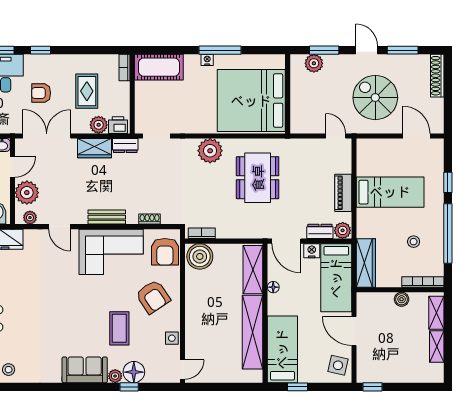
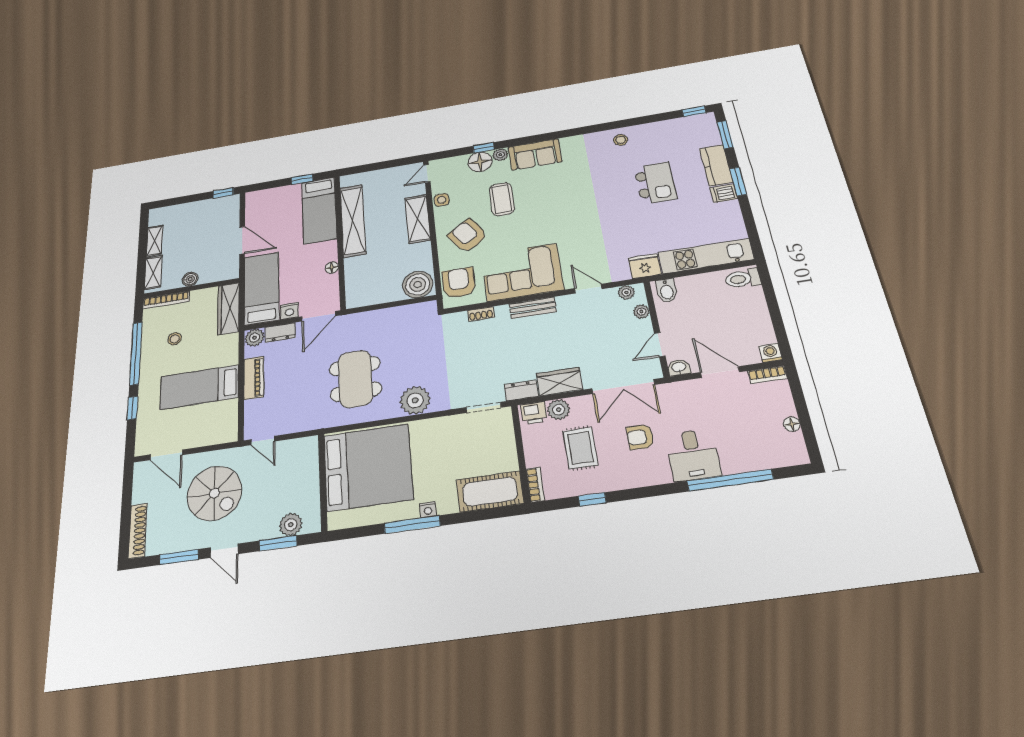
window: (40, 50) -> (592, 499), moved
armchair: (41, 93) -> (640, 437), turned 180
plant: (27, 193) -> (641, 312), width x0.53, depth x0.53
bookcase: (202, 233) -> (417, 309), removed
door: (286, 241) -> (319, 316), swing flipped
shelving: (253, 270) -> (418, 219), moved
side table: (338, 365) -> (259, 206), removed

